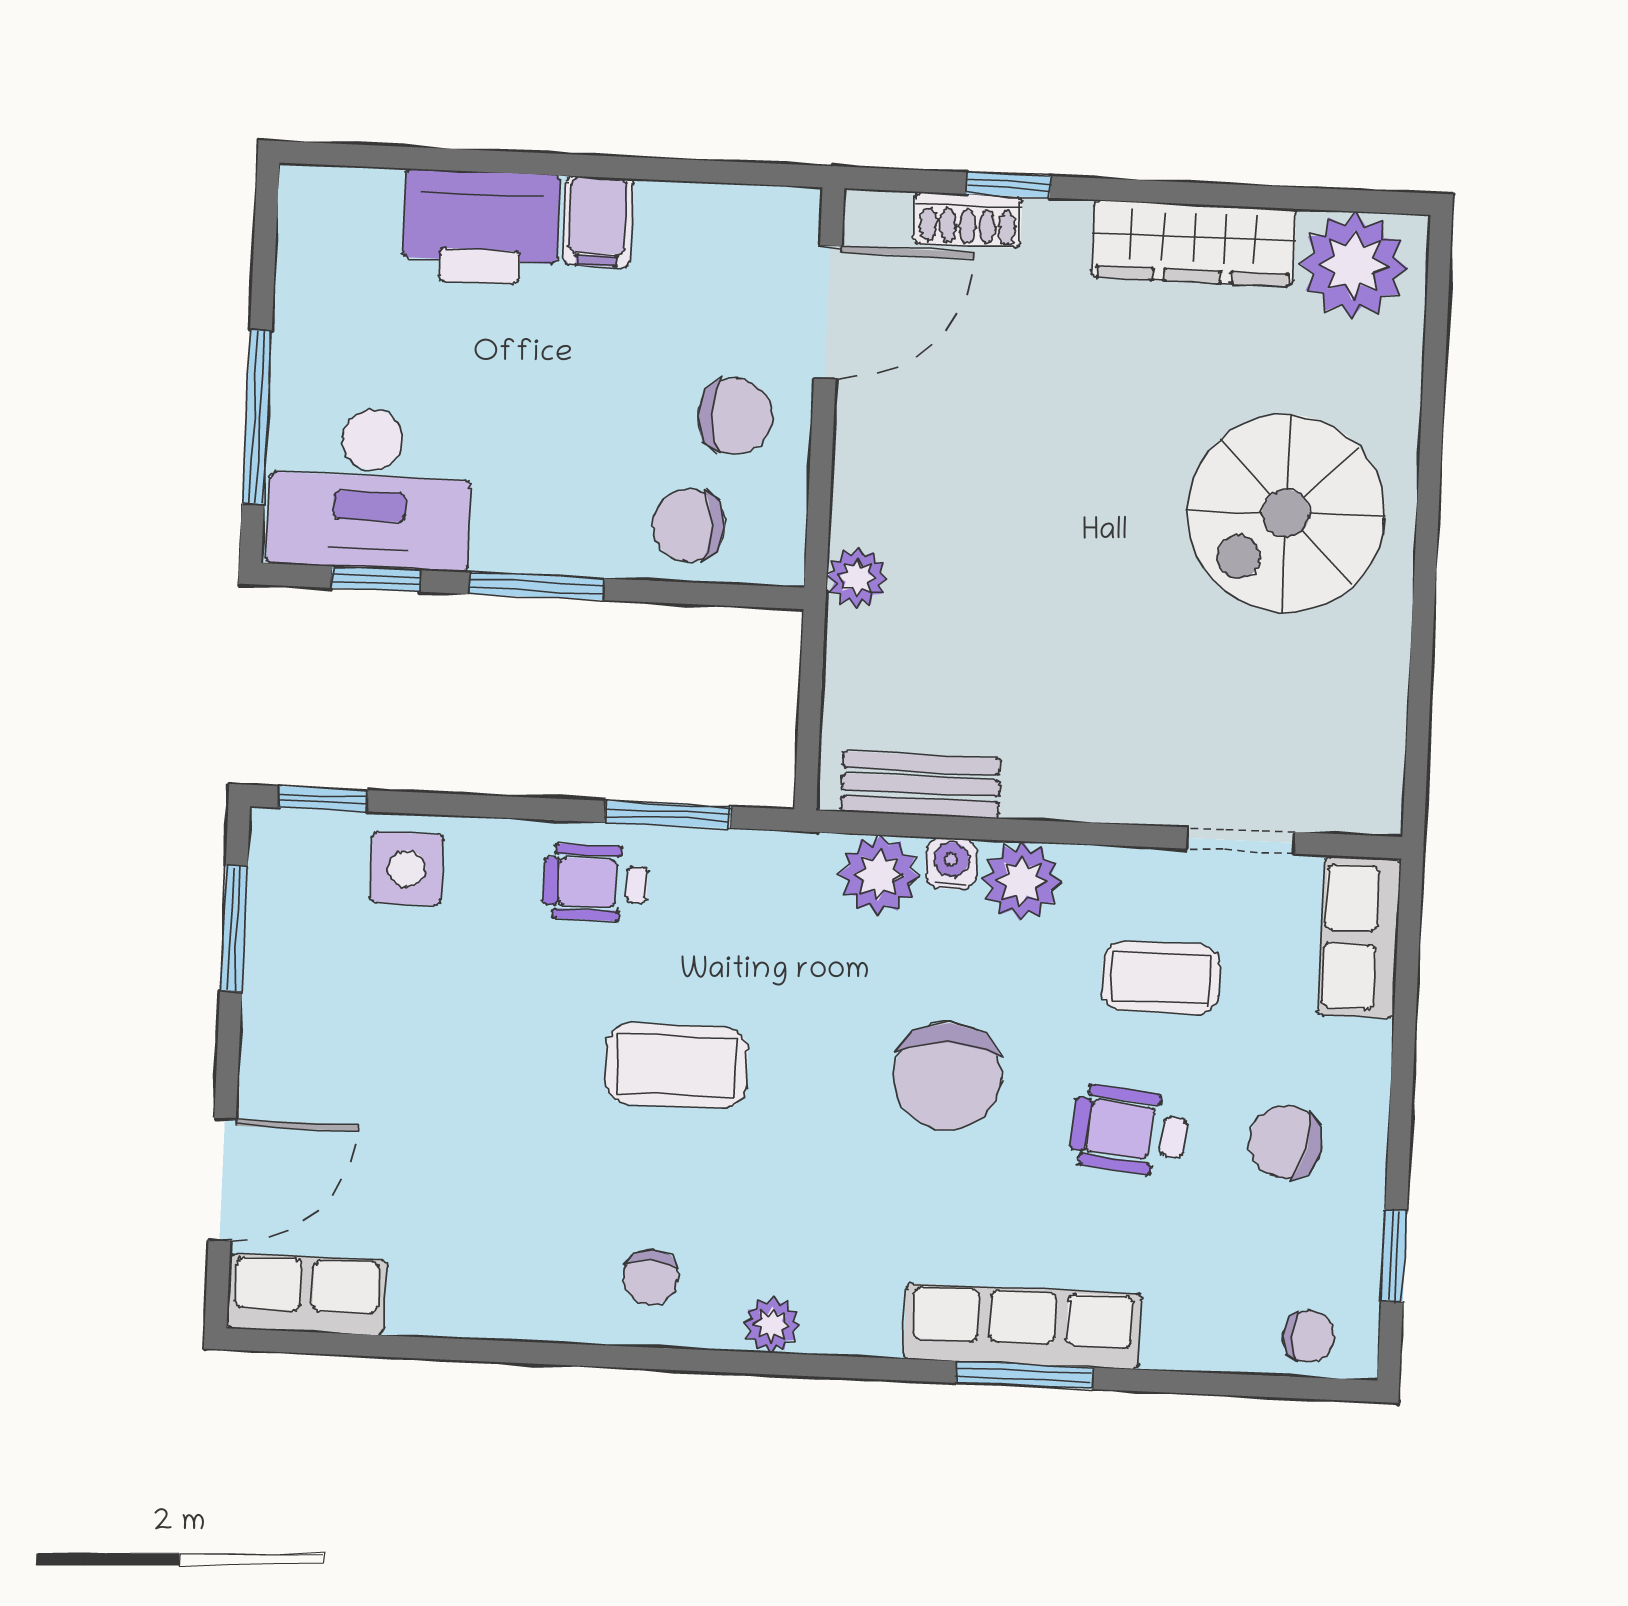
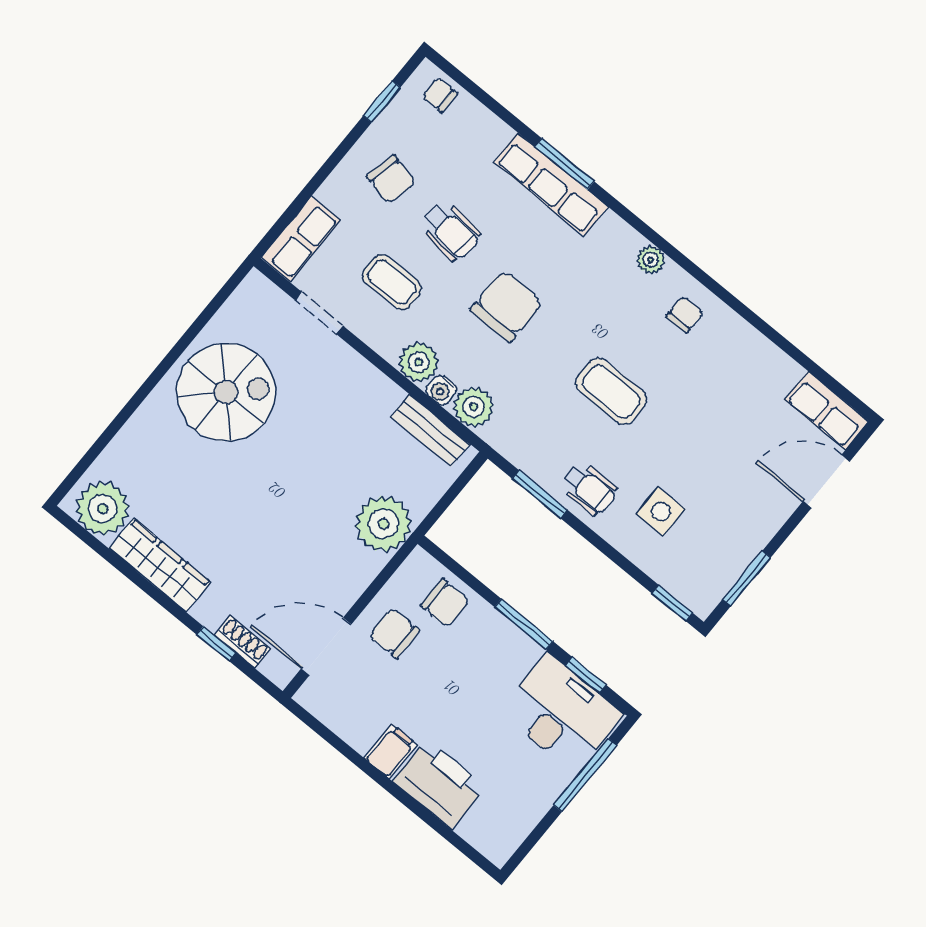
spiral stairs: (1286, 513) -> (226, 392), moved
plant: (857, 578) -> (383, 524), width x1.87, depth x1.87
side table: (407, 869) -> (661, 511), moved

